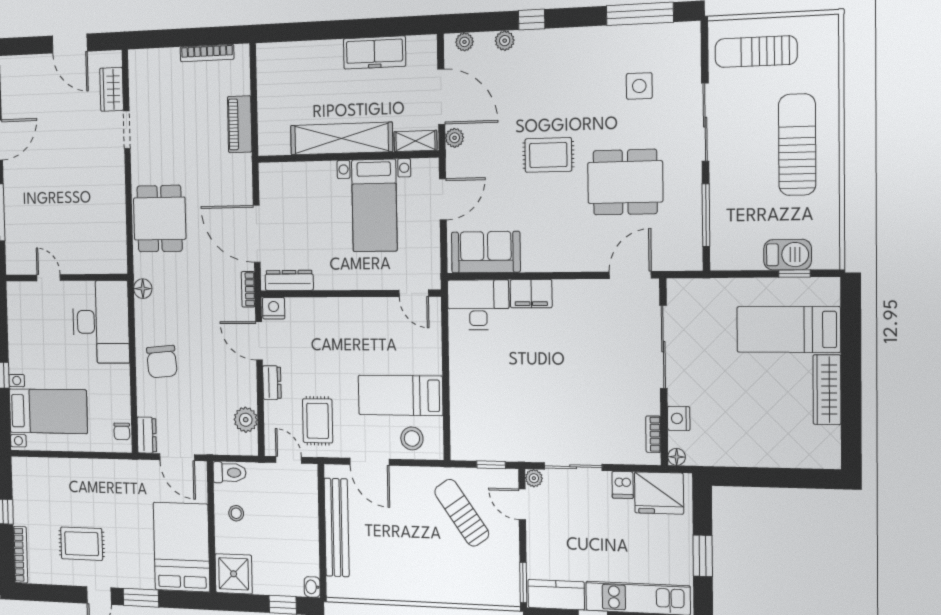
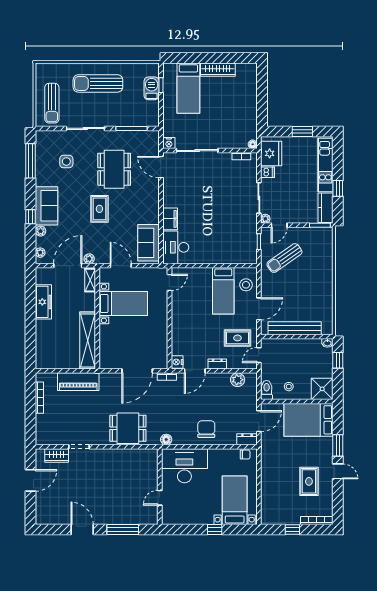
sofa: (553, 50) -> (47, 206), added
piano: (240, 124) -> (78, 382), width x1.37, depth x1.33
shelving: (341, 138) -> (88, 340), moved
dresser: (289, 280) -> (162, 353), removed
chair: (162, 362) -> (206, 429), turned -85
nightstand: (679, 418) -> (169, 143), moved

